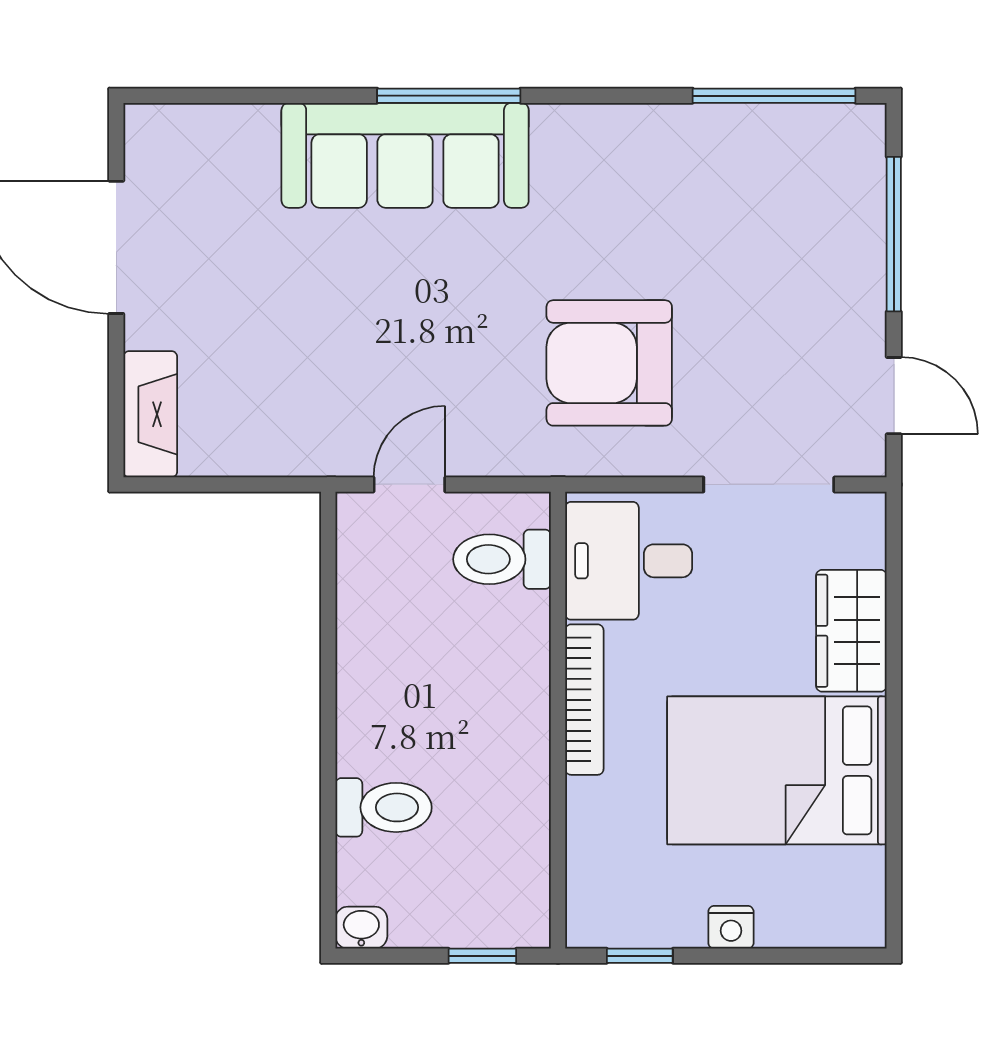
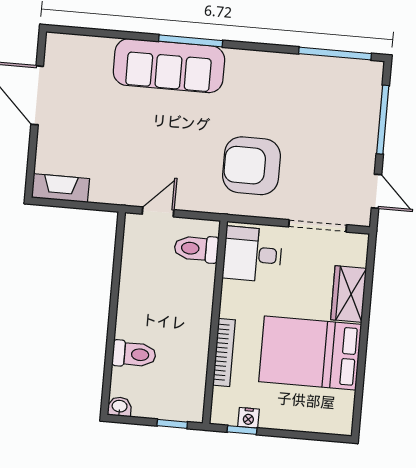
fireplace: (150, 414) -> (60, 188), moved, turned -90
bookcase: (584, 700) -> (224, 352), moved
nightstand: (731, 927) -> (248, 418), moved

